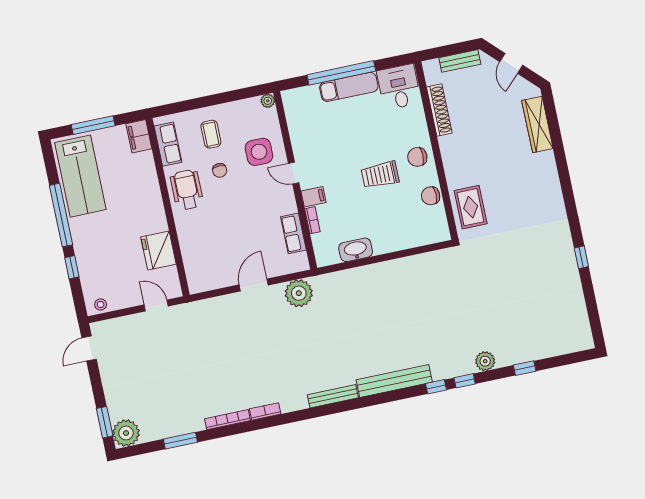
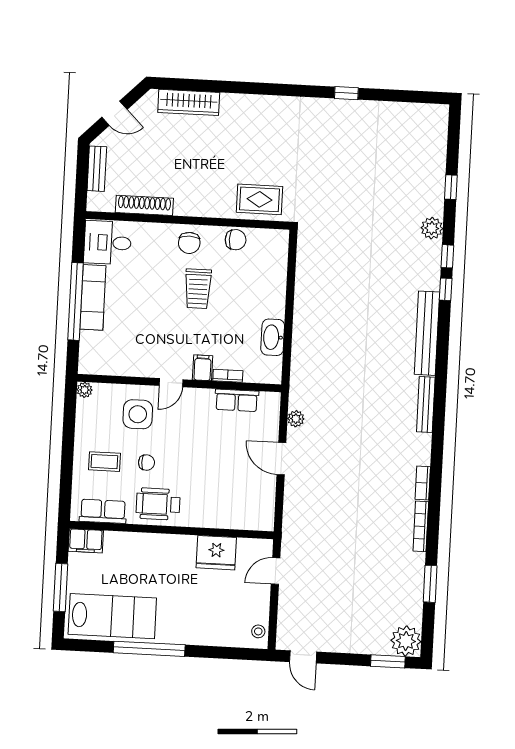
chair: (431, 196) -> (236, 240), turned -90
window: (72, 267) -> (209, 652), removed
plant: (299, 293) -> (296, 419), width x0.53, depth x0.53

